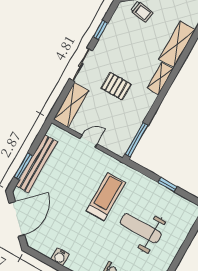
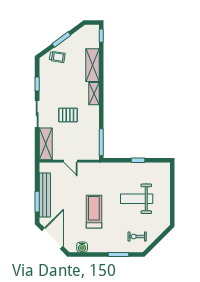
door: (89, 141) -> (71, 161), swing flipped
treadmill: (106, 197) -> (94, 212), moved
water cooler: (60, 257) -> (82, 247), moved

